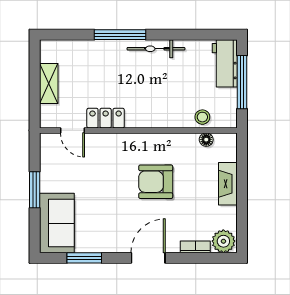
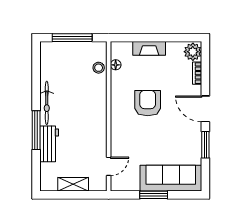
workbench: (225, 63) -> (49, 144), moved, turned -90
locker: (106, 118) -> (99, 141), removed
armchair: (156, 182) -> (148, 103), turned 180
sofa: (57, 223) -> (171, 178), width x1.36
window: (84, 258) -> (205, 145), moved

